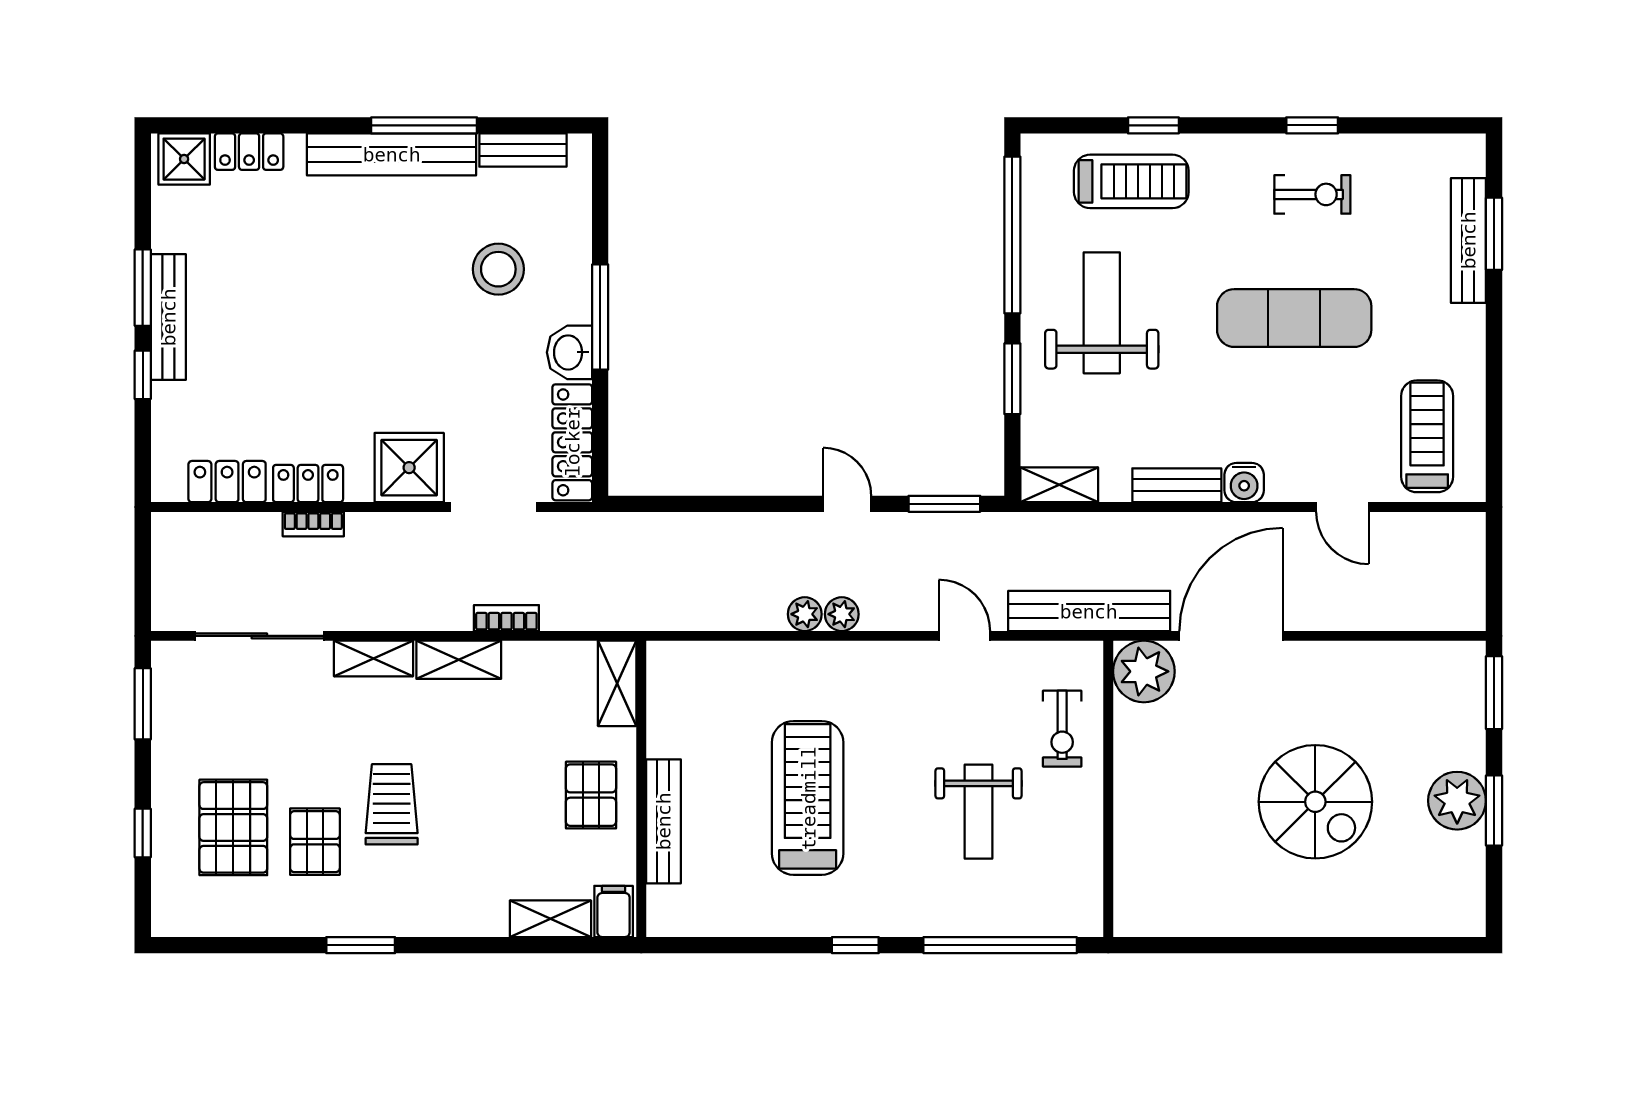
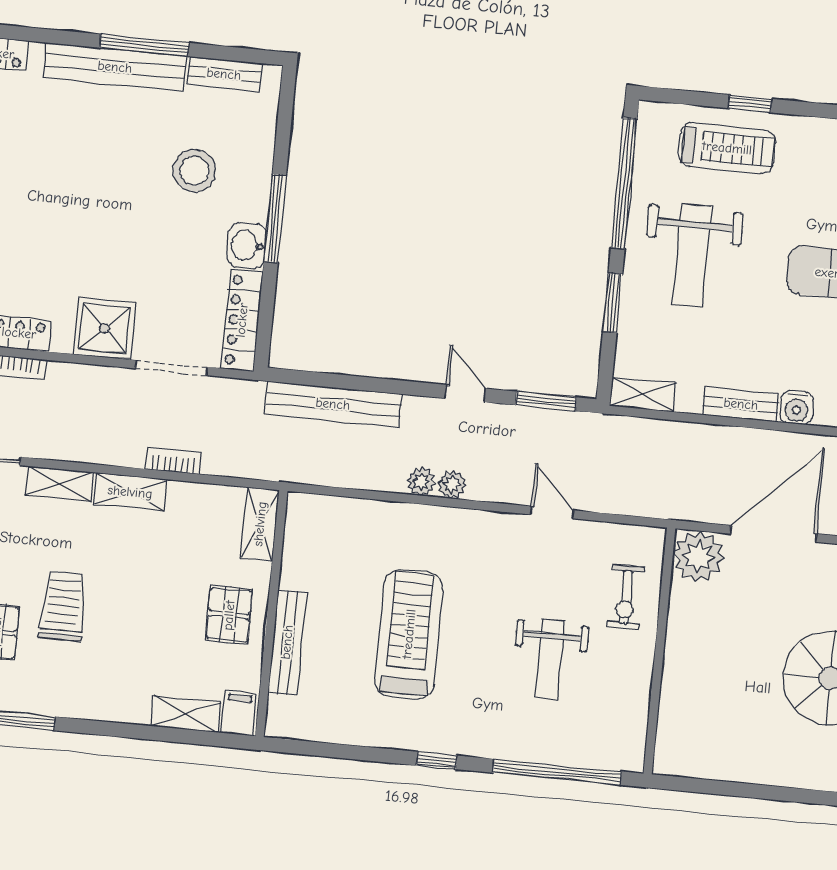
weight bench: (1102, 313) -> (692, 255), turned 180
bench: (1089, 611) -> (333, 404), moved

